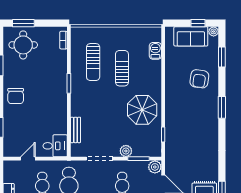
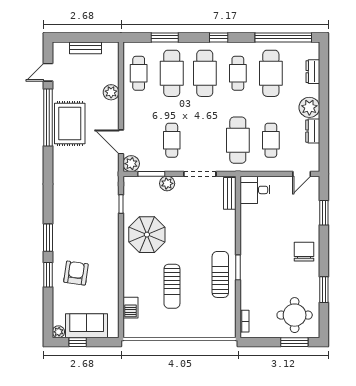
window: (222, 57) -> (48, 275), moved
sun lounger: (93, 62) -> (220, 274), moved
bench: (76, 130) -> (230, 193), moved
door: (28, 159) -> (302, 174), moved

